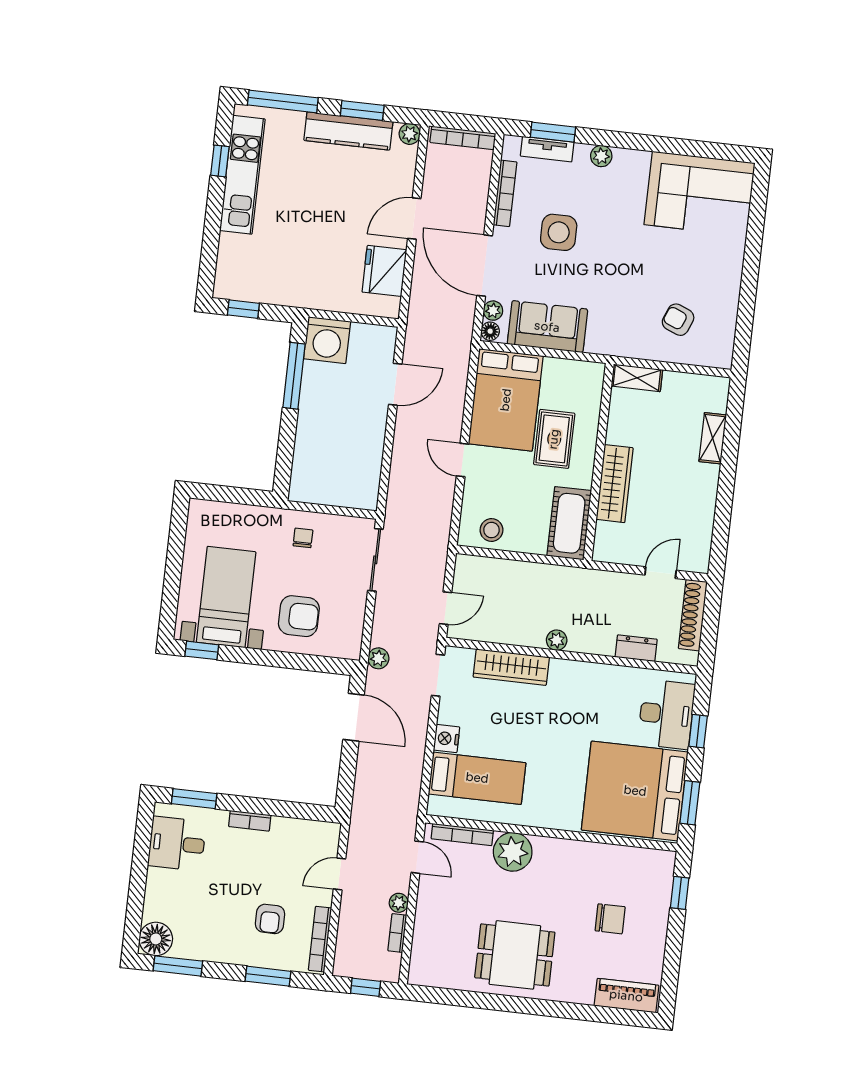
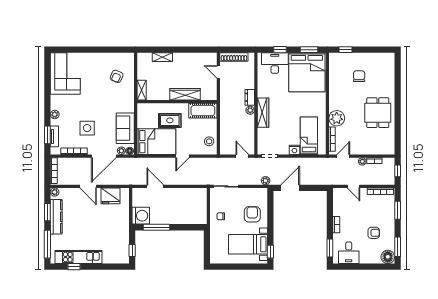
dresser: (636, 648) -> (250, 97), moved
wardrobe: (511, 667) -> (263, 113), moved
armchair: (270, 919) -> (374, 233), moved
piano: (626, 996) -> (389, 66), removed

